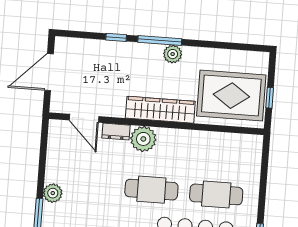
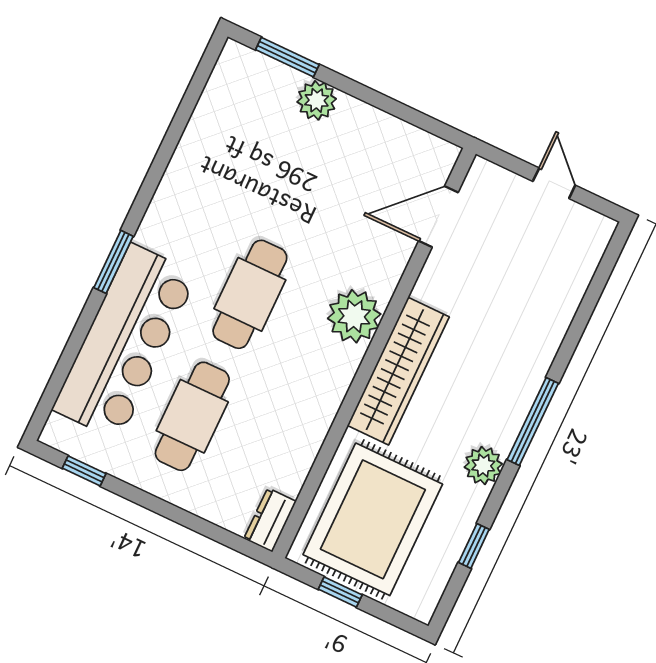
window: (116, 37) -> (474, 546), moved
plant: (173, 54) -> (483, 465), moved
door: (49, 72) -> (554, 183), width x0.53
dresser: (116, 132) -> (270, 520), moved

